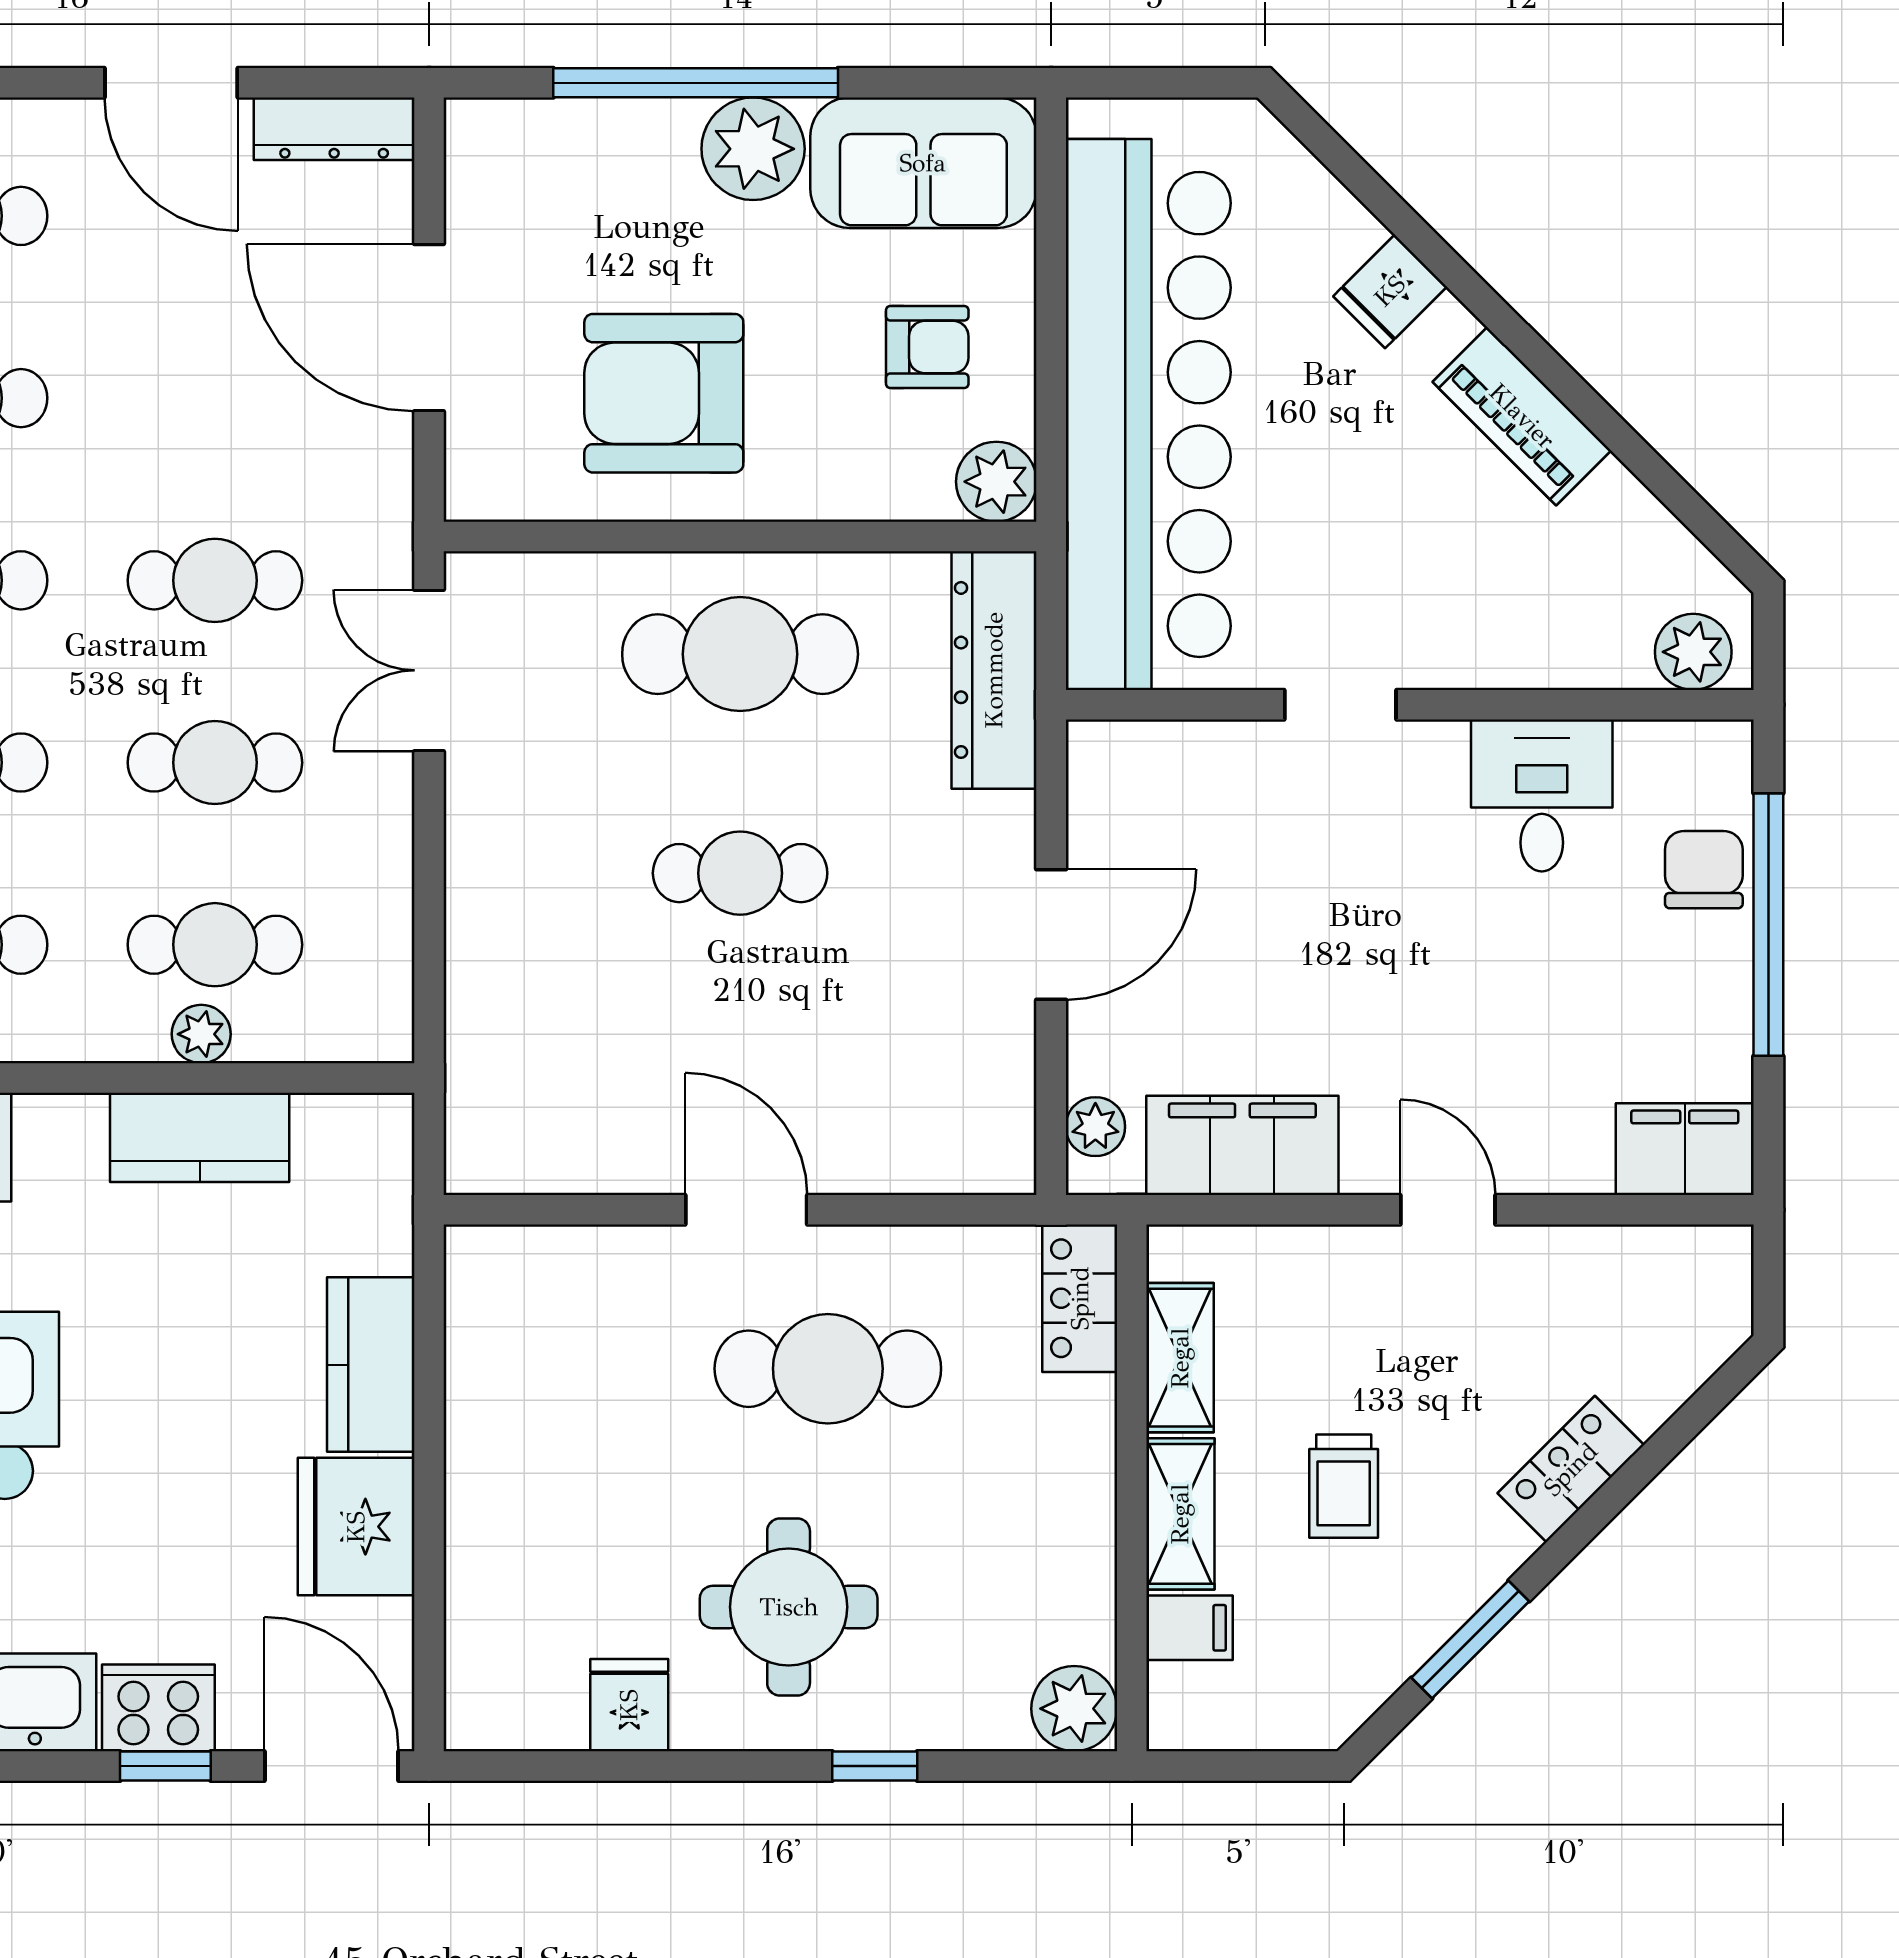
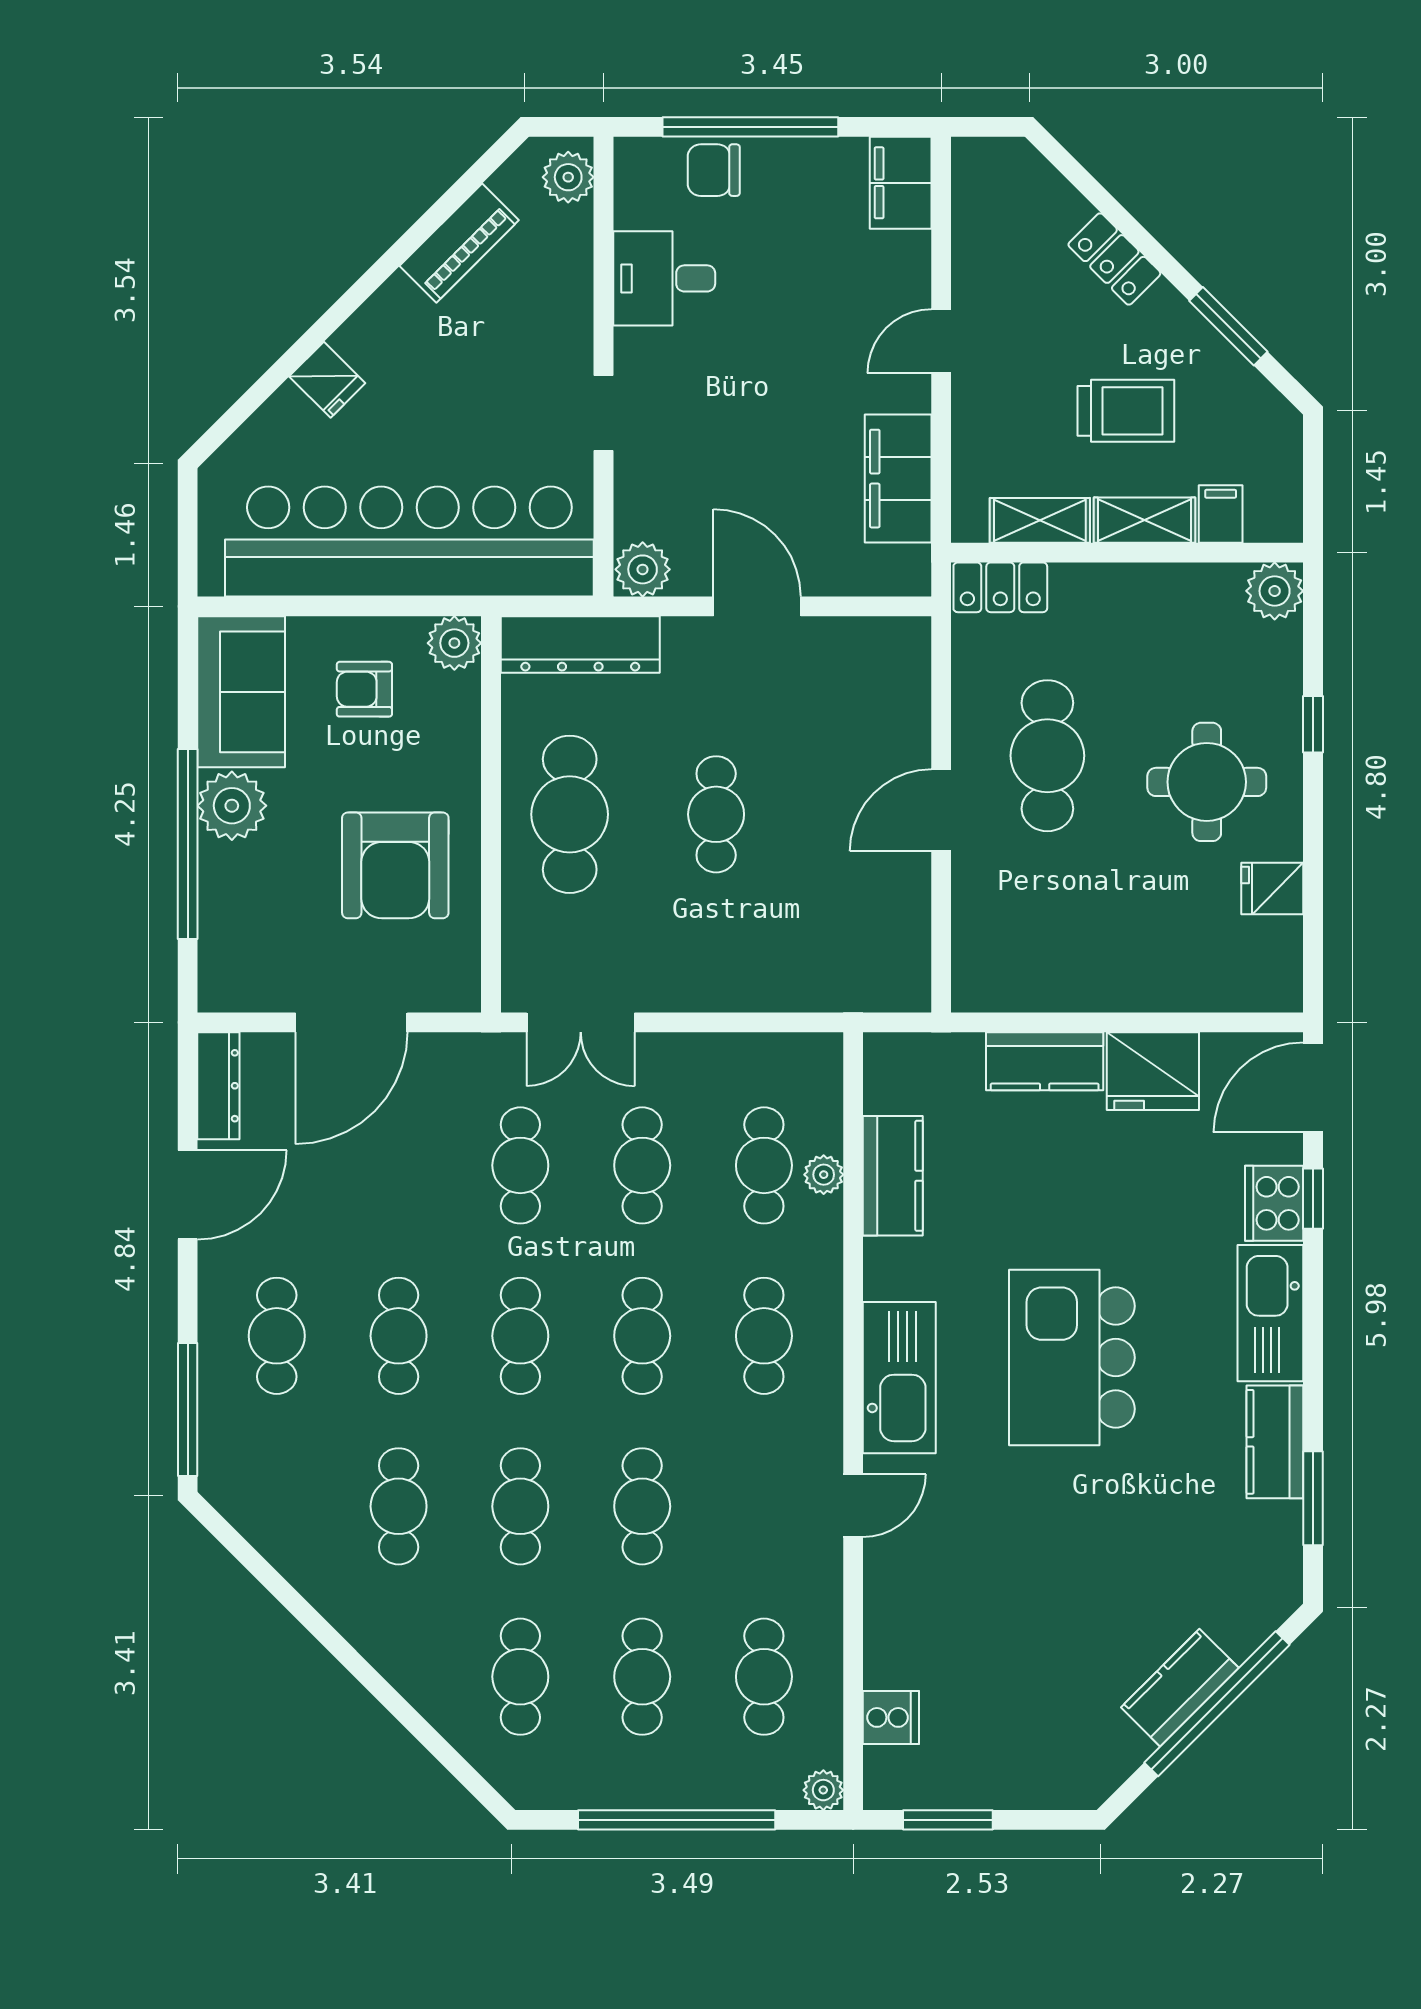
armchair: (927, 347) -> (364, 689), turned -90
piano: (1522, 416) -> (459, 243), moved
plant: (1095, 1127) -> (643, 569), moved, width x1.38, depth x1.38
trolley: (1344, 1486) -> (1126, 411), width x1.36, depth x1.39

